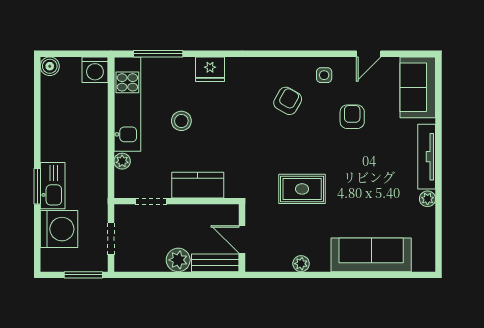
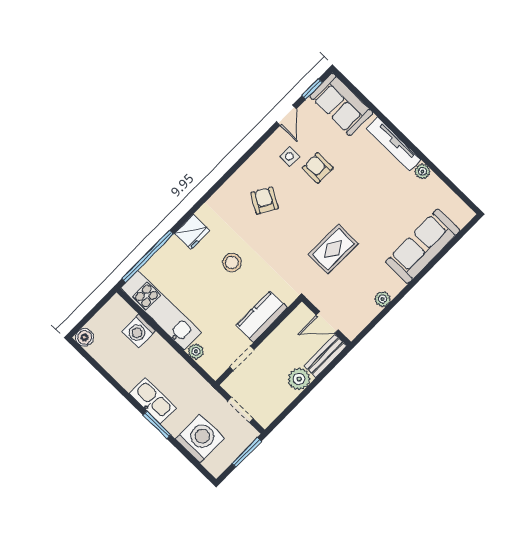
window: (158, 54) -> (148, 256), width x1.46
window: (408, 54) -> (312, 89), added
washing machine: (95, 70) -> (139, 331), moved, turned 90
side table: (324, 75) -> (290, 156), moved
stool: (181, 121) -> (232, 262), moved
kitchen sink: (53, 186) -> (153, 401), moved

